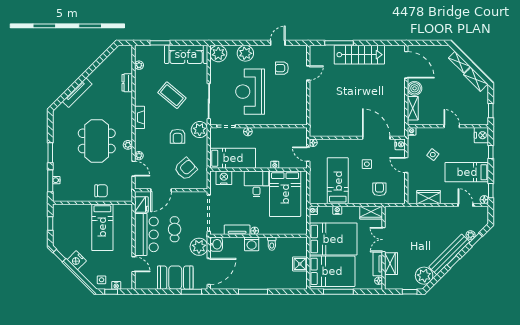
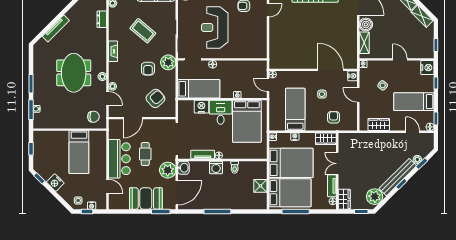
nightstand: (224, 178) -> (201, 107), moved
chair: (101, 191) -> (93, 117), moved
fridge: (141, 205) -> (115, 131), removed
wardrobe: (391, 264) -> (344, 199), moved

